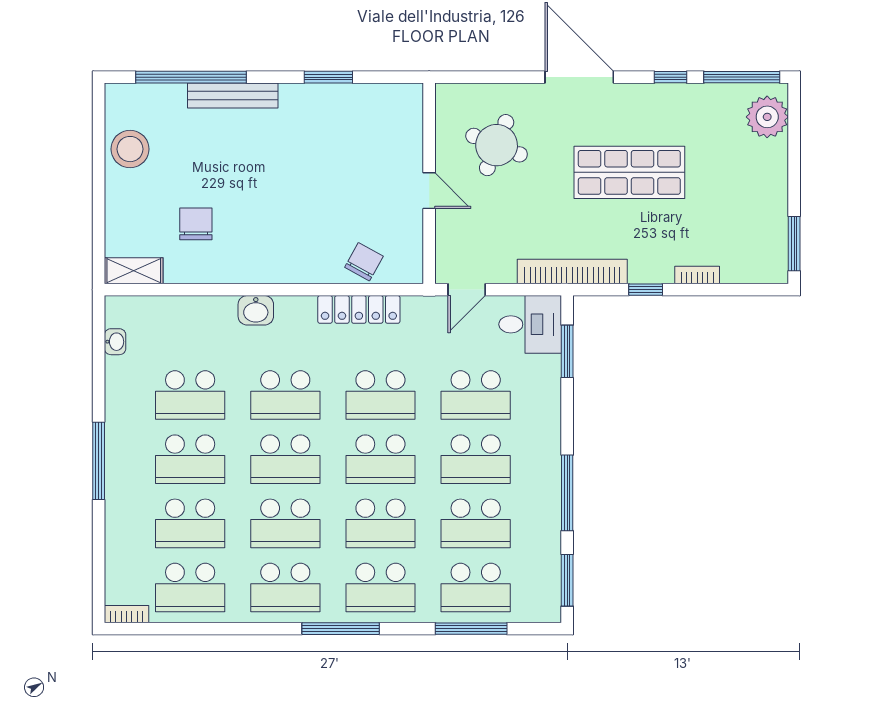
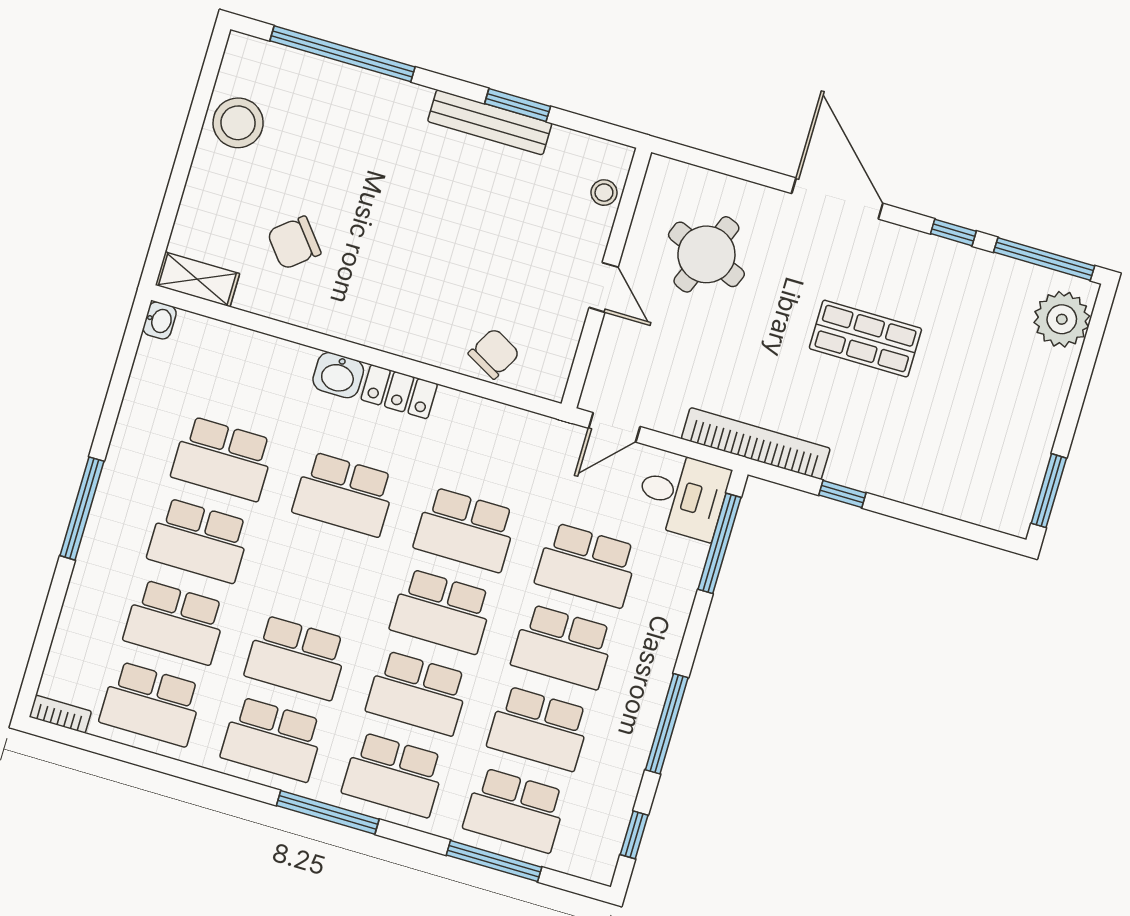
bench: (233, 95) -> (490, 122), moved
stool: (409, 122) -> (604, 193), added
shop shelf: (629, 172) -> (865, 339), width x0.70, depth x0.74
chair: (196, 224) -> (294, 243), turned -129
bookcase: (697, 275) -> (914, 495), removed
locker: (359, 309) -> (399, 392), moved, width x0.66
washbasin: (115, 342) -> (160, 320), moved
window: (567, 351) -> (719, 543), width x1.44
school desk: (285, 459) -> (320, 576), removed
window: (567, 580) -> (634, 835), width x0.67

